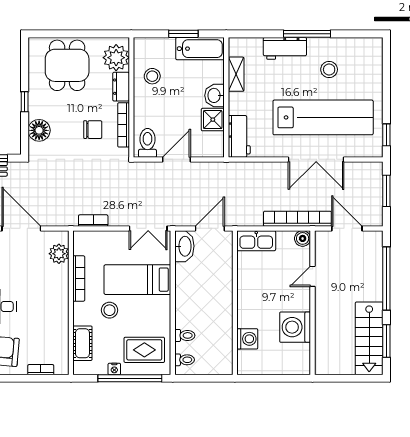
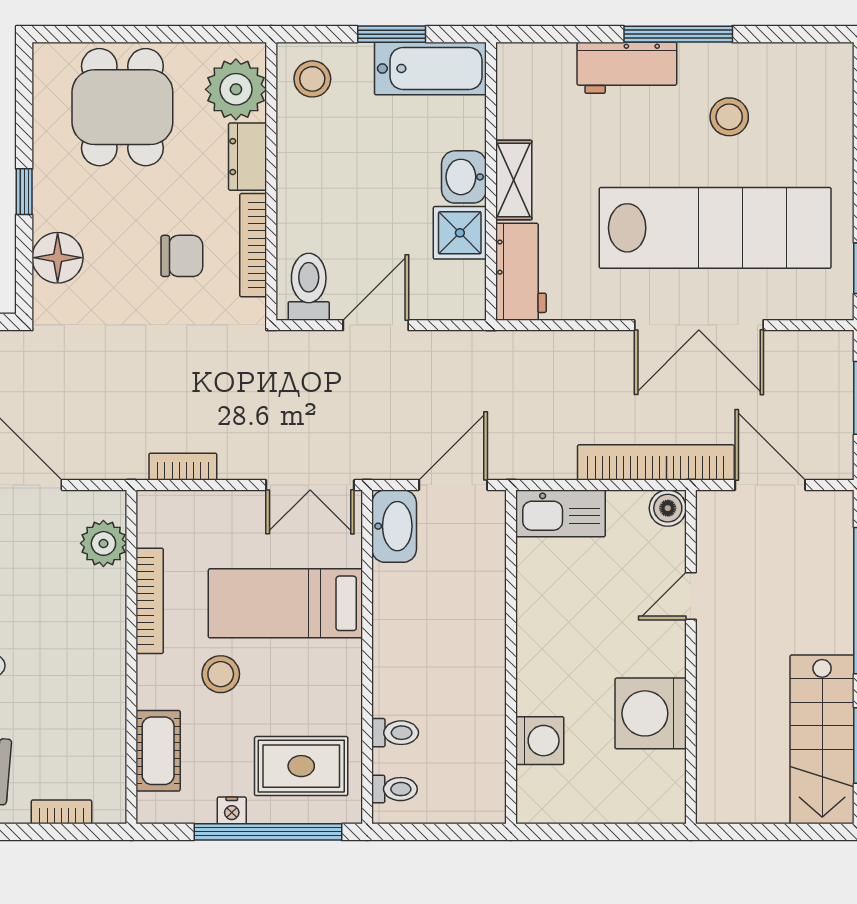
shelving: (236, 74) -> (514, 180), moved
stool: (152, 76) -> (312, 79), moved

